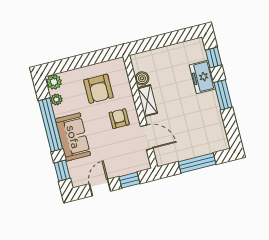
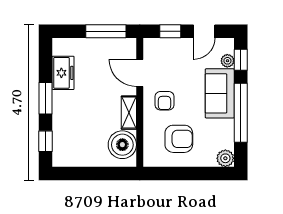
freezer: (202, 77) -> (63, 73), moved
boiler: (142, 78) -> (122, 145), width x1.86, depth x1.86
armchair: (98, 89) -> (179, 139), turned 90
plant: (56, 100) -> (227, 61), moved
window: (197, 163) -> (106, 31), moved

